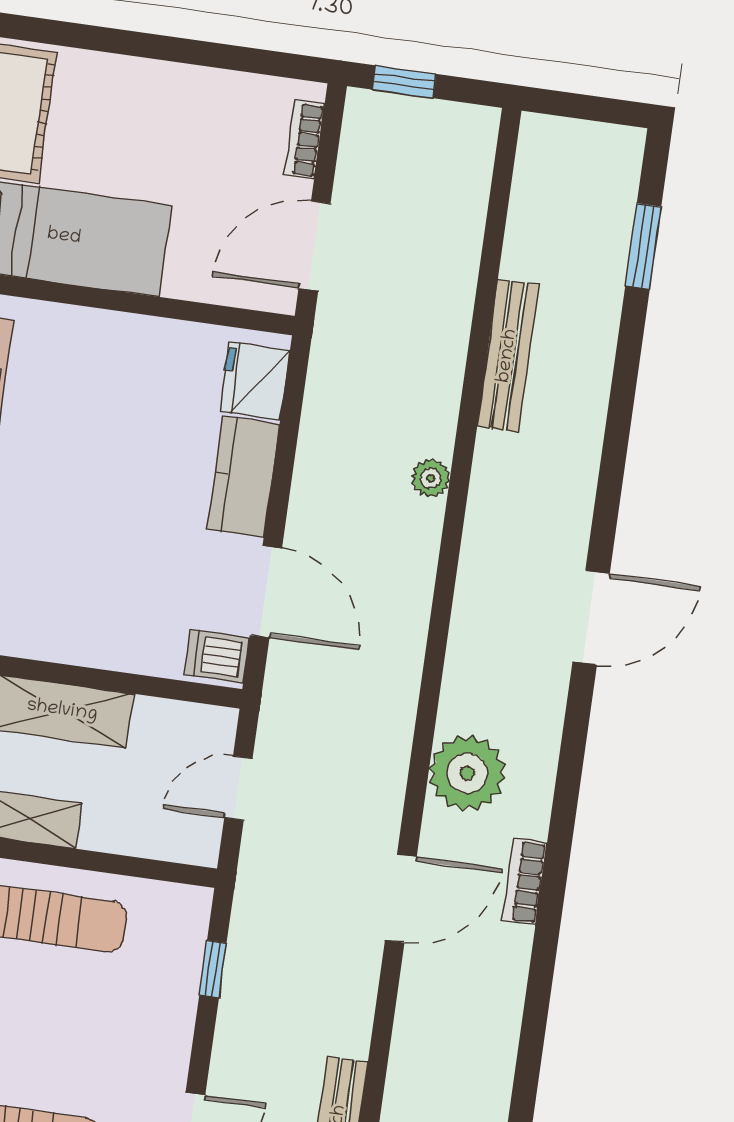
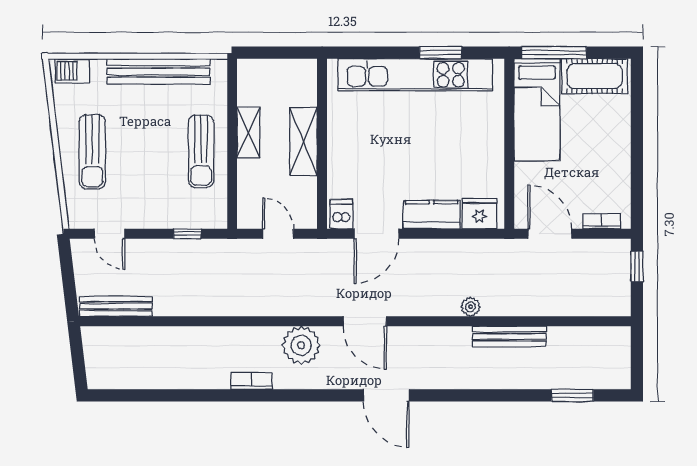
plant: (431, 478) -> (470, 307), moved
door: (401, 898) -> (365, 321), moved

